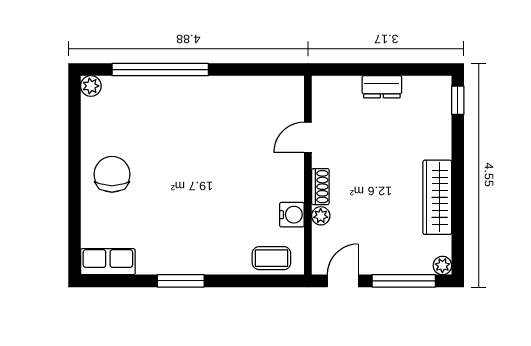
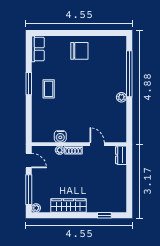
plant: (91, 86) -> (121, 97), moved
dresser: (382, 87) -> (121, 155), moved
window: (458, 100) -> (104, 215), moved
coffee table: (271, 258) -> (49, 89), moved

